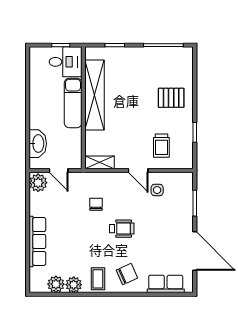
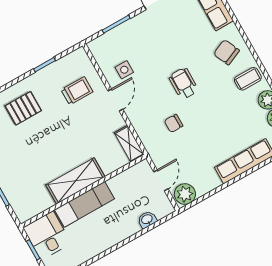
shelving: (94, 95) -> (75, 181), width x0.68
pallet: (171, 98) -> (23, 108), turned 90
washbasin: (38, 144) -> (147, 220), width x0.52, depth x0.69

